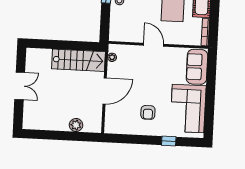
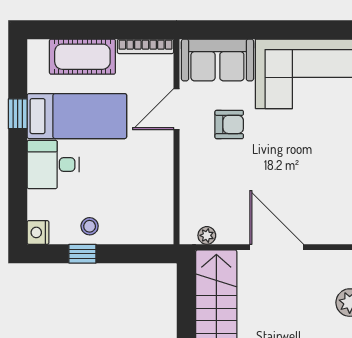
door: (154, 45) -> (177, 109), moved
armchair: (148, 112) -> (229, 124), moved

